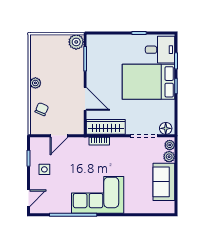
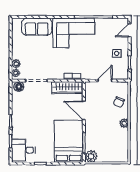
bed: (149, 82) -> (69, 141), moved, turned -90
sofa: (164, 182) -> (37, 27), moved, turned 90

